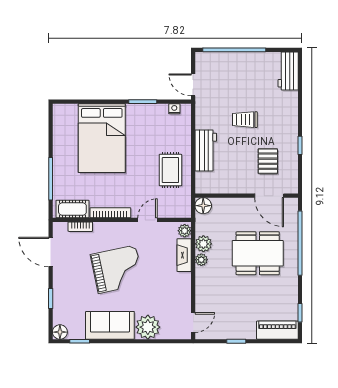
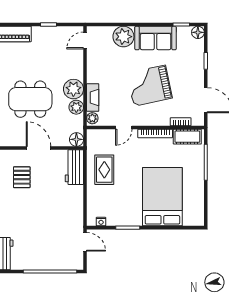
trolley: (245, 120) -> (41, 212), removed
workbench: (206, 150) -> (74, 167), moved
door: (269, 196) -> (39, 148), moved
plant: (201, 260) -> (73, 89), width x1.88, depth x1.88

